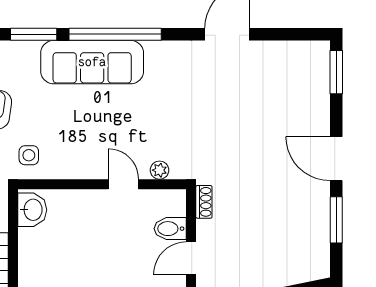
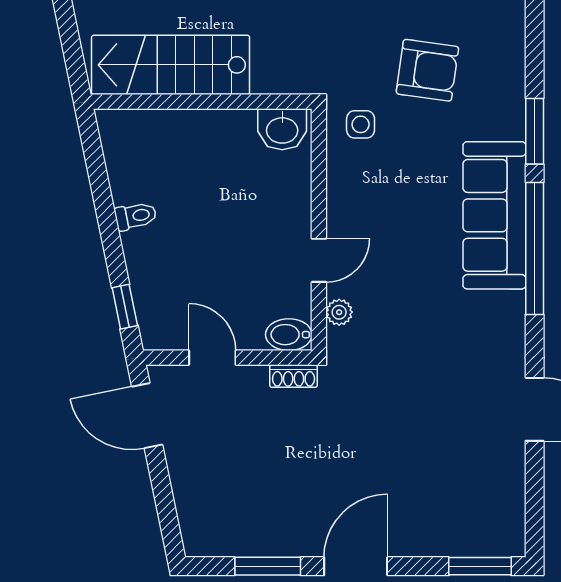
bidet: (170, 229) -> (289, 335), moved, turned -90

